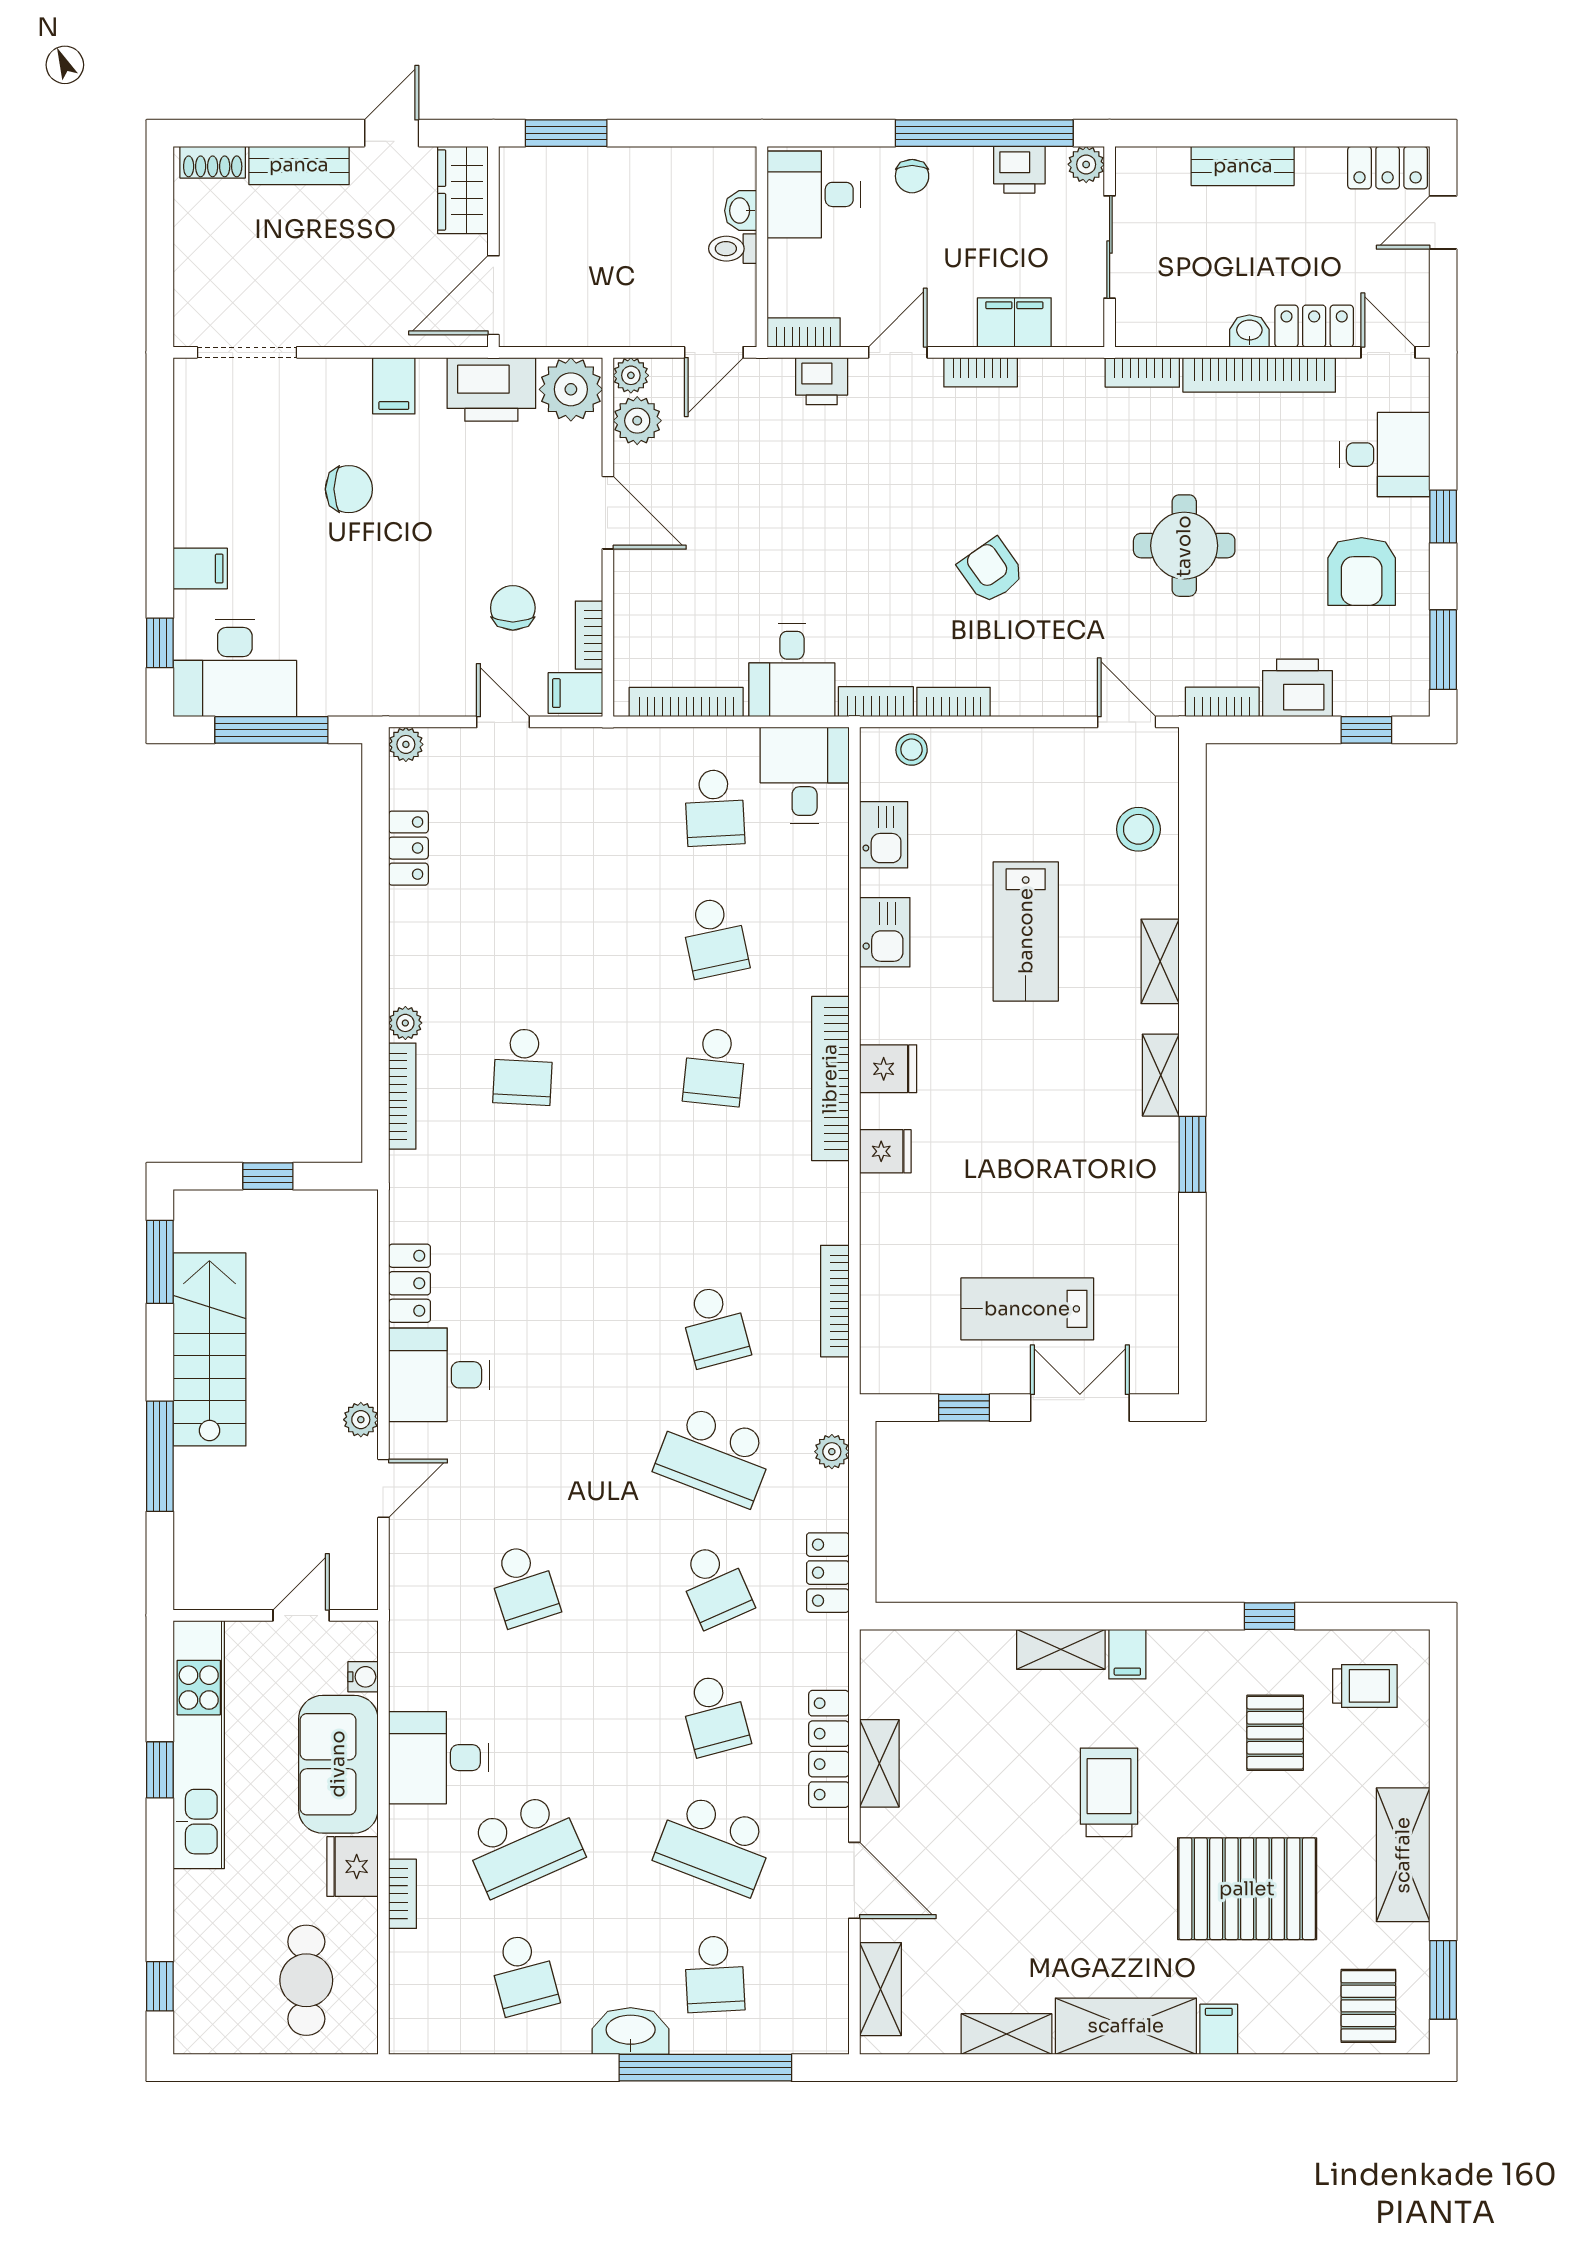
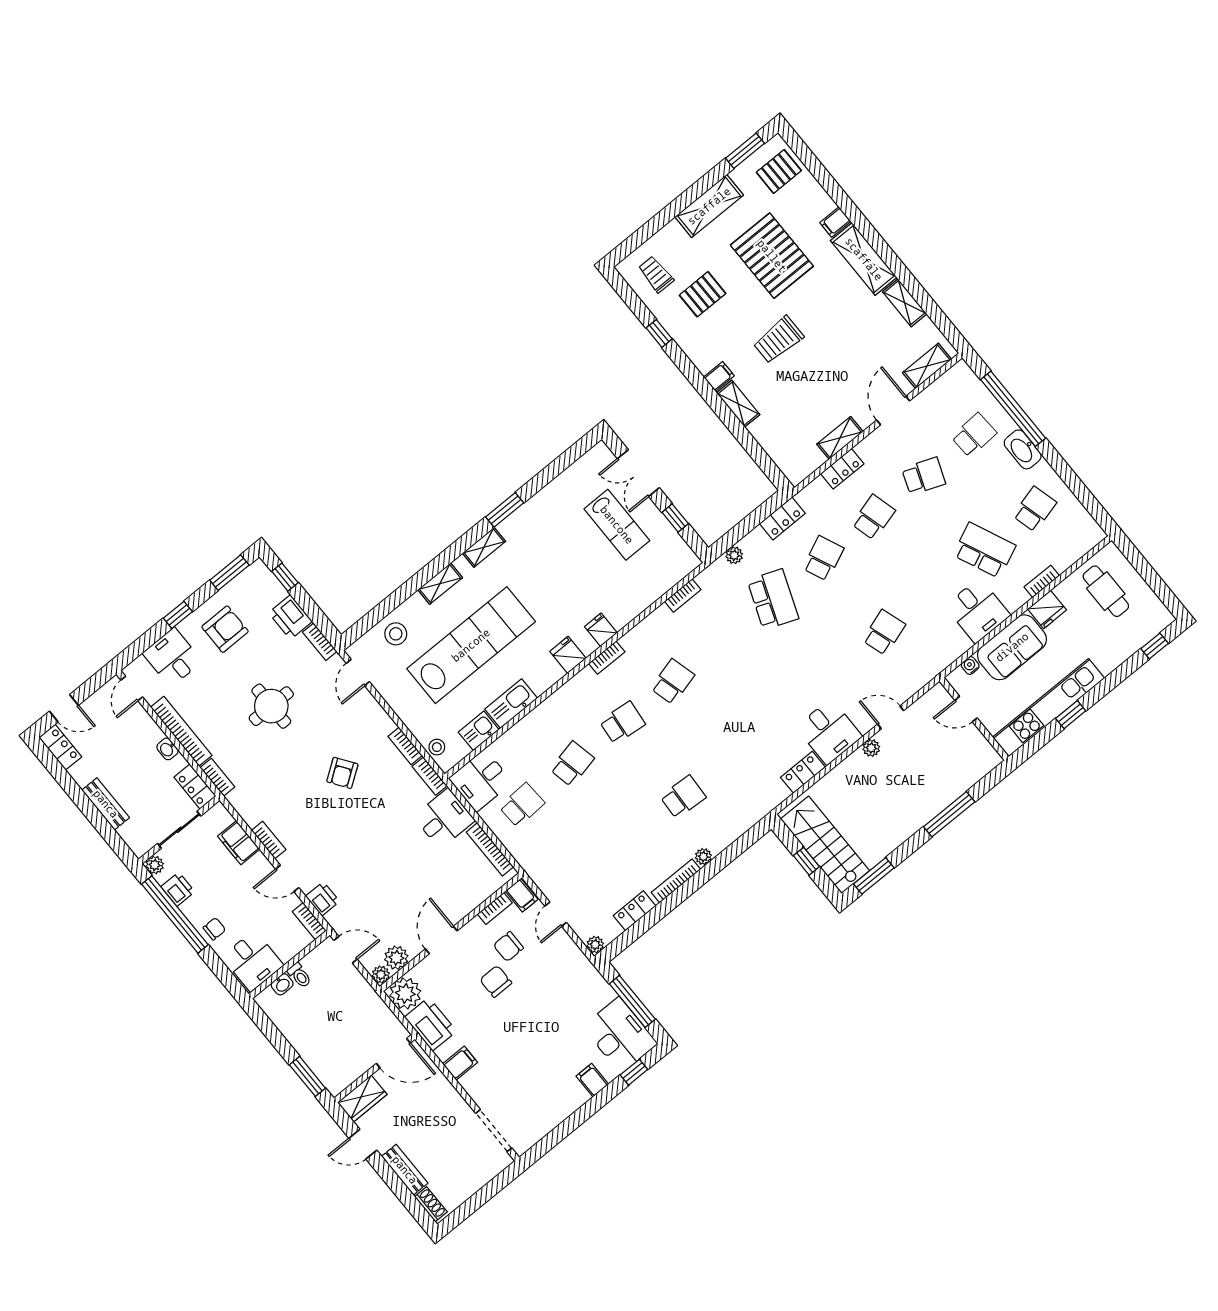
locker: (1314, 326) -> (195, 787), moved
chair: (349, 489) -> (496, 981), moved
lab bench: (1026, 931) -> (471, 645), width x1.86, depth x1.39
kitchen sink: (885, 932) -> (511, 704), width x1.38
bookcase: (830, 1079) -> (607, 658), width x0.43, depth x0.76
bookcase: (402, 1096) -> (676, 881), moved
bookcase: (835, 1301) -> (683, 596), width x0.64
school desk: (715, 1326) -> (673, 682), moved
stairs: (209, 1349) -> (825, 845), moved, turned 90
locker: (829, 1749) -> (842, 469), width x0.66
school desk: (715, 1844) -> (924, 476), width x0.54
cafe table: (306, 1980) -> (1106, 591), turned 90

